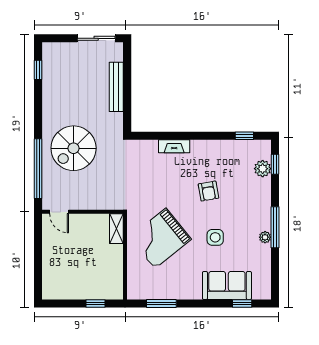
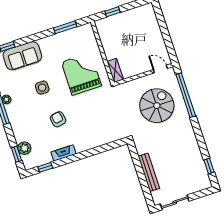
fireplace: (174, 146) -> (64, 153), moved
spiral stairs: (74, 148) -> (157, 106), moved
grand piano: (160, 238) -> (81, 74), turned -51

